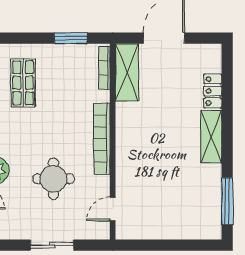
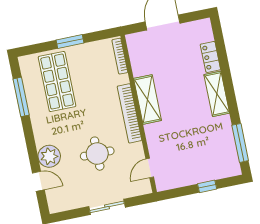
window: (71, 38) -> (70, 42), moved
shelving: (127, 72) -> (148, 99), moved
shop shelf: (23, 83) -> (57, 82), width x1.43, depth x1.36
window: (177, 245) -> (207, 186), added

